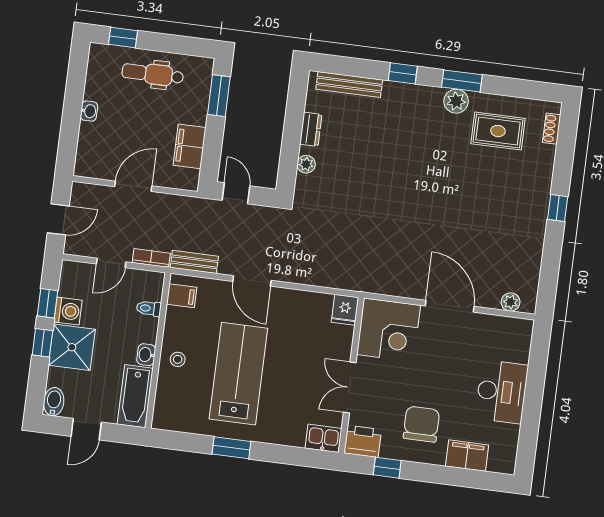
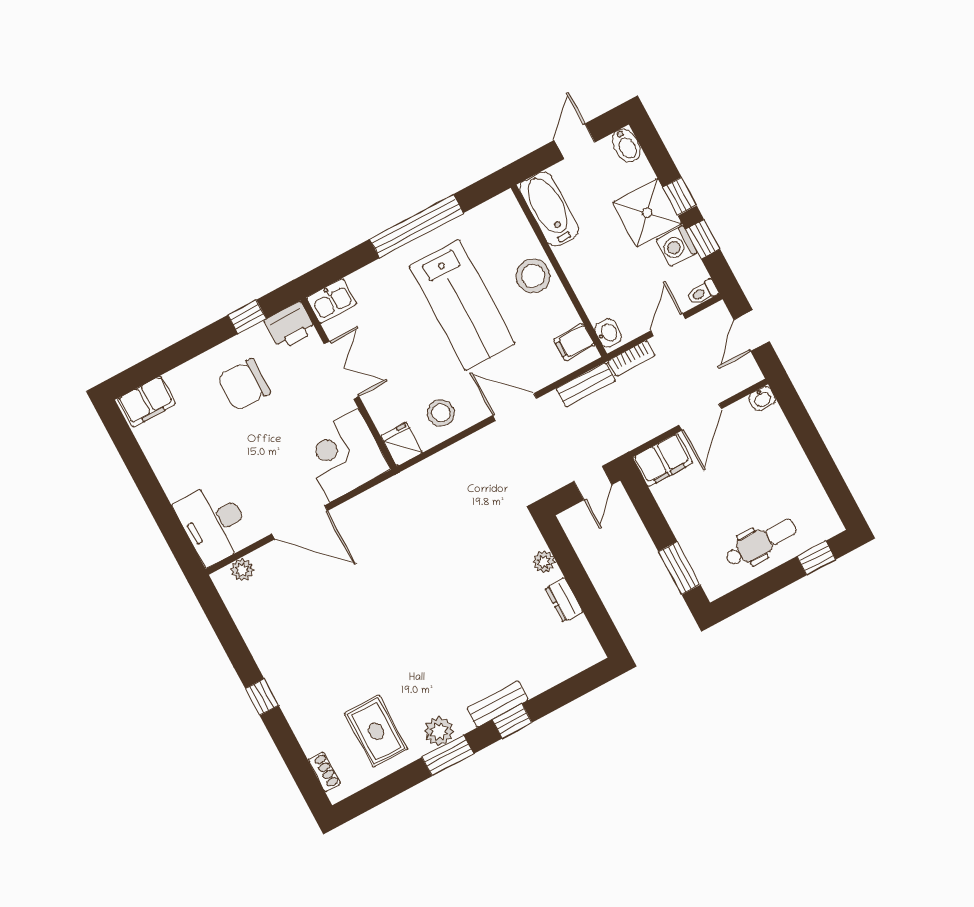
bench: (349, 84) -> (497, 704), moved, width x0.73
washbasin: (89, 111) -> (762, 398), moved, turned -90
rug: (498, 131) -> (376, 731), turned 90
filing cabinet: (190, 146) -> (663, 460), moved, turned 90
door: (236, 193) -> (593, 483), hinge flipped
toilet: (149, 308) -> (702, 292), moved, turned 180
stool: (304, 312) -> (441, 413), added
washbasin: (146, 355) -> (608, 333), moved
stool: (178, 359) -> (533, 276), width x1.89, depth x1.89
desk: (502, 392) -> (214, 523), moved
chair: (421, 424) -> (244, 385), turned 90
window: (231, 448) -> (417, 226), width x2.11
filing cabinet: (467, 456) -> (147, 402), moved

